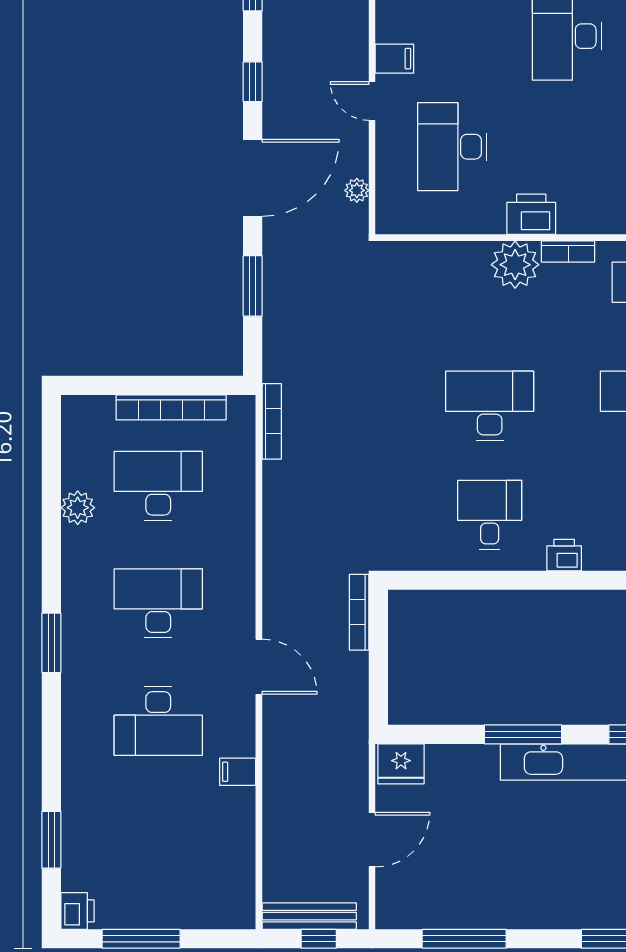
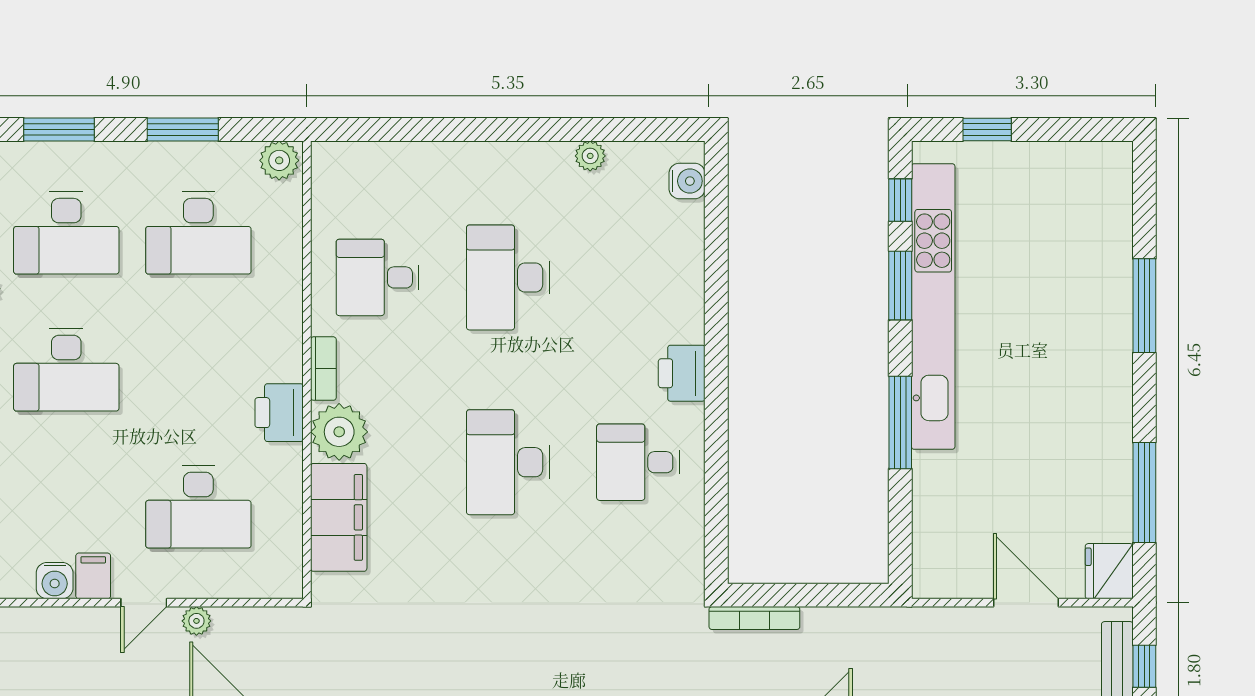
water cooler: (391, 26) -> (55, 581), added
plant: (357, 190) -> (196, 621), moved
filing cabinet: (443, 264) -> (339, 517), added
printer: (564, 555) -> (682, 373), width x1.36, depth x1.24
fridge: (401, 764) -> (1109, 571), moved, turned 180

